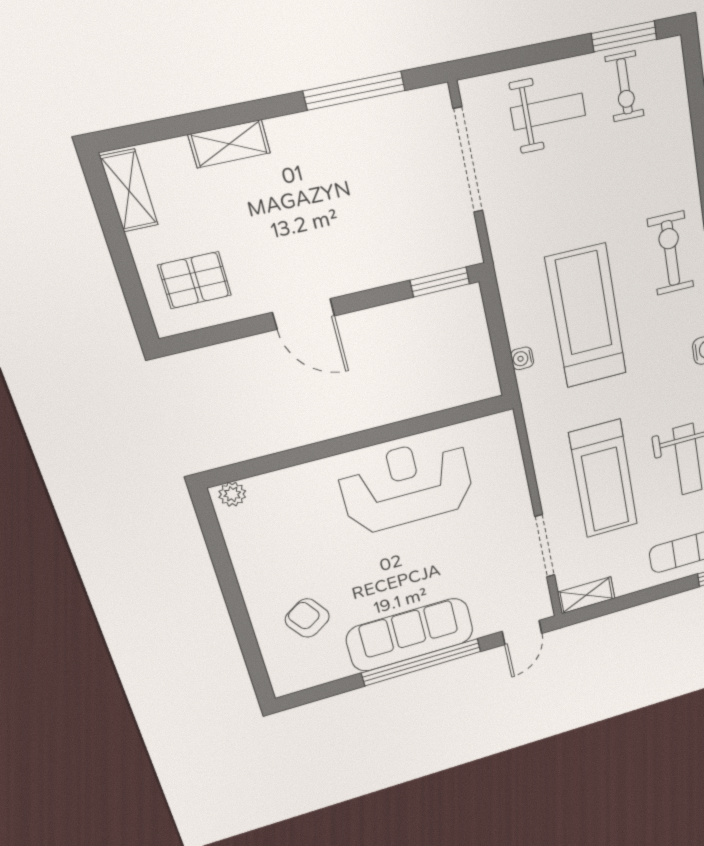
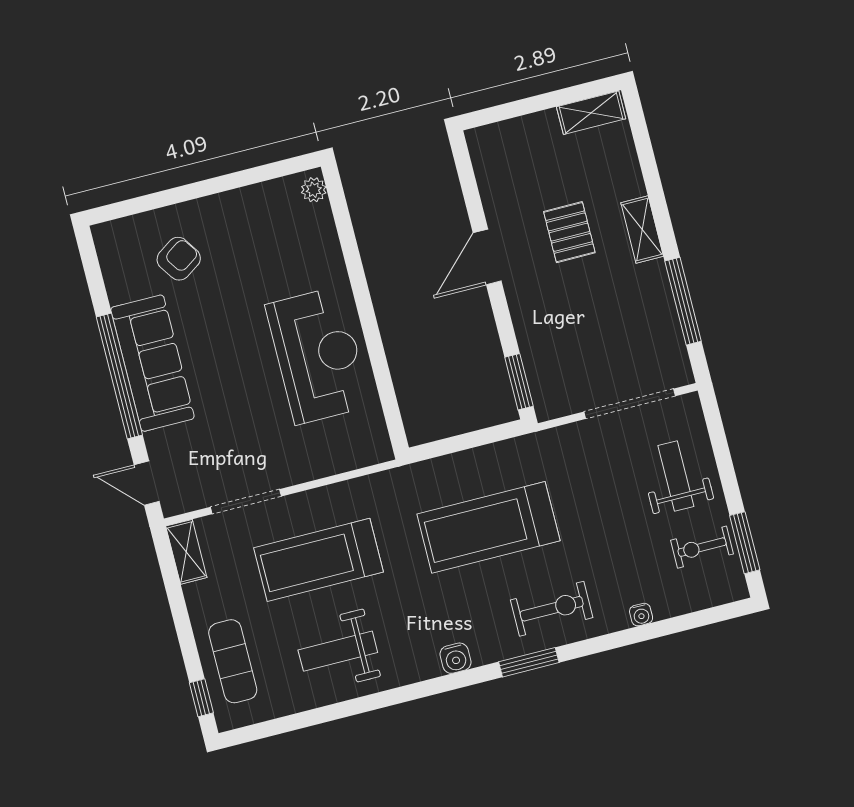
weight bench: (548, 112) -> (676, 476), turned 180
shelving: (229, 144) -> (642, 229), moved
pallet: (195, 280) -> (569, 232), moved
treadmill: (586, 316) -> (488, 527), turned 180
water cooler: (522, 358) -> (641, 615), moved, turned 180

